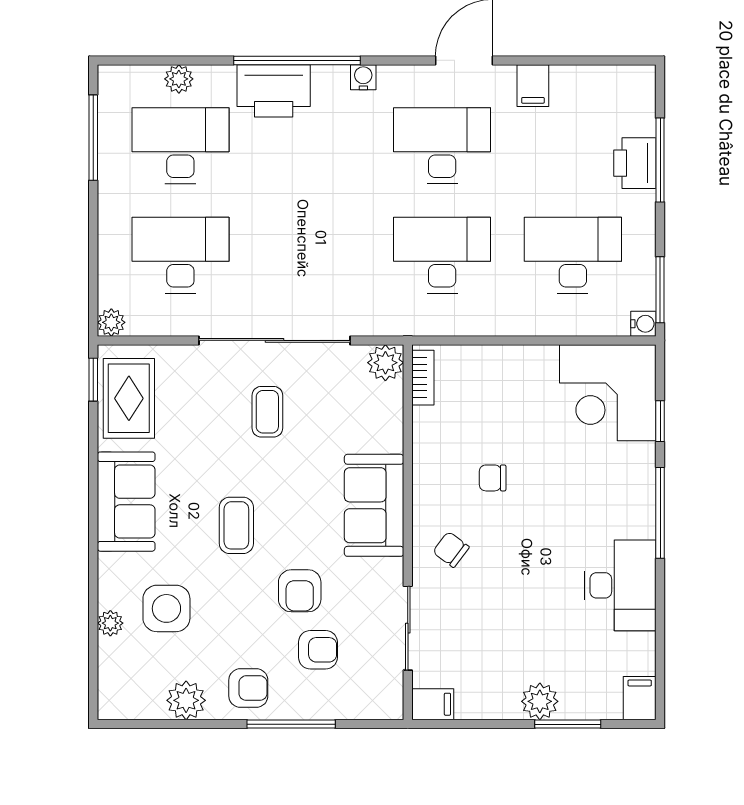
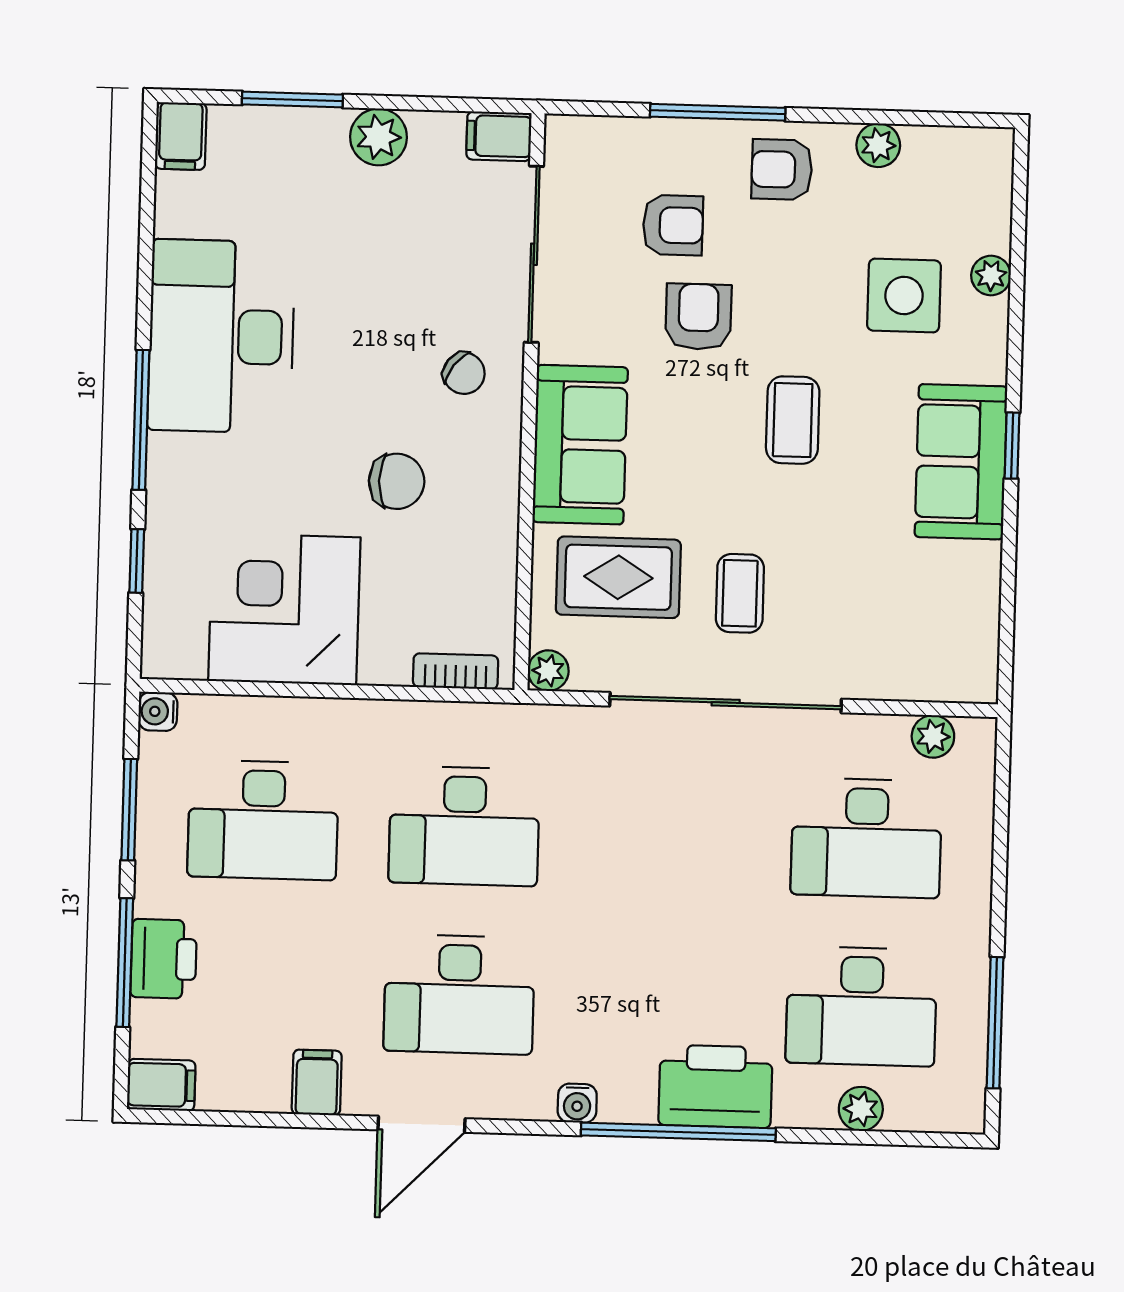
filing cabinet: (634, 81) -> (161, 1085), added
window: (660, 290) -> (129, 810), moved
plant: (111, 322) -> (933, 736), moved
plant: (385, 363) -> (548, 671), width x0.73, depth x0.73
bookcase: (423, 378) -> (456, 671), moved, turned 90
window: (93, 380) -> (1012, 446), moved
corner desk: (608, 393) -> (284, 609), moved, turned -90
rug: (129, 398) -> (618, 577), moved, turned 90
chair: (493, 478) -> (397, 481), width x1.37, depth x1.37
desk: (620, 585) -> (221, 336), width x1.36, depth x1.30
sliding door: (408, 628) -> (534, 254), width x1.37
armchair: (318, 650) -> (673, 225), turned 180
plant: (186, 700) -> (878, 145), width x0.73, depth x0.73
plant: (540, 701) -> (379, 137), moved

